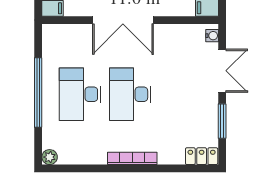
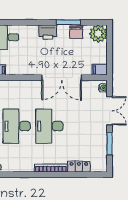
double door: (123, 20) -> (62, 78), moved
locker: (202, 156) -> (79, 167), moved

